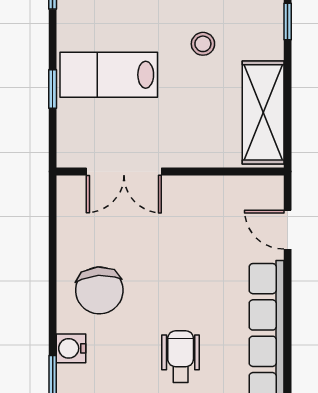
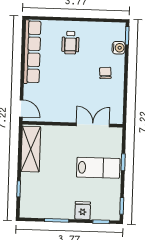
stool: (203, 44) -> (56, 180), removed
door: (288, 230) -> (21, 108), moved
chair: (99, 290) -> (105, 73), width x0.54, depth x0.54

